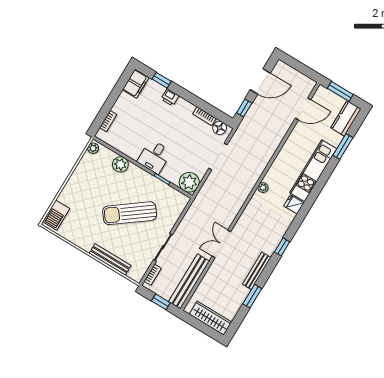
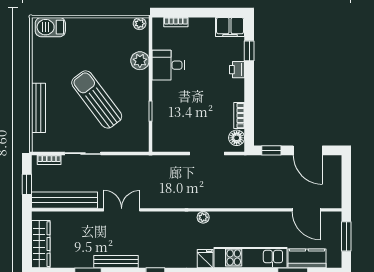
kitchen counter: (346, 118) -> (307, 258), moved
desk: (154, 157) -> (168, 65), moved
plant: (189, 182) -> (164, 140), removed

